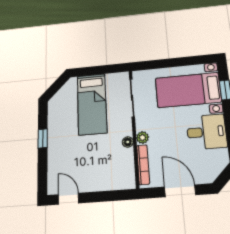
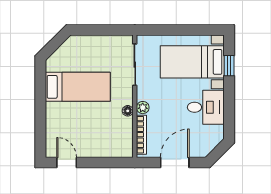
bed: (92, 104) -> (78, 87), moved, turned -90
window: (43, 138) -> (40, 100), removed
door: (180, 191) -> (175, 163), hinge flipped

